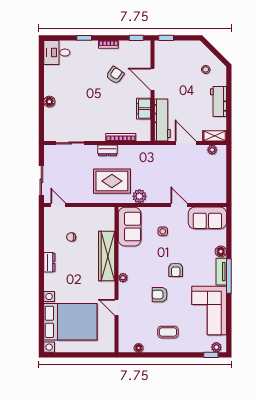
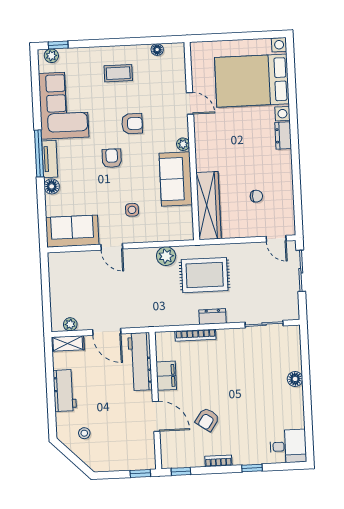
sofa: (130, 227) -> (176, 179), moved
wardrobe: (107, 256) -> (208, 206), moved
dresser: (49, 262) -> (283, 136), moved

